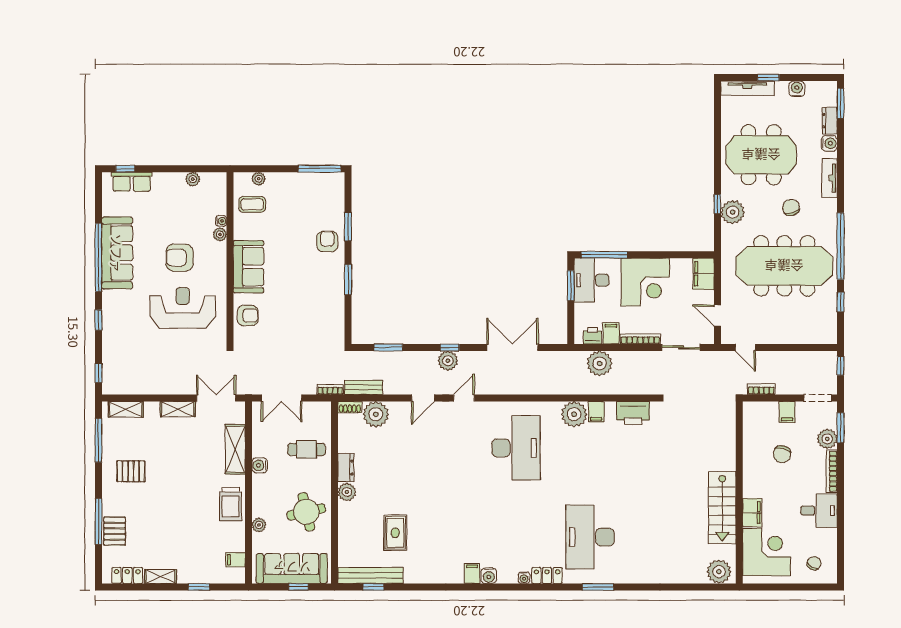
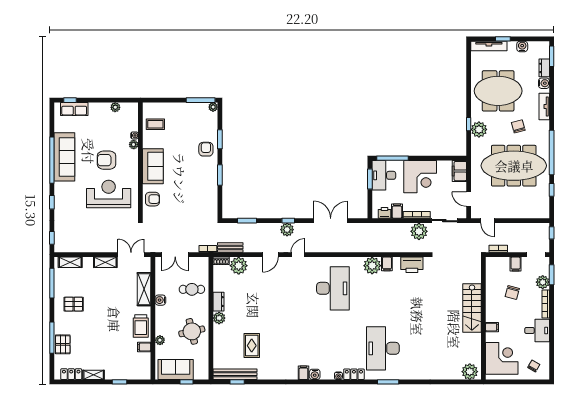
plant: (259, 179) -> (213, 107), moved
plant: (600, 363) -> (419, 231), moved
stairs: (722, 508) -> (472, 308), moved
filing cabinet: (752, 513) -> (492, 327), width x0.50
filing cabinet: (236, 560) -> (144, 347), moved
sofa: (292, 568) -> (176, 370), width x0.73

